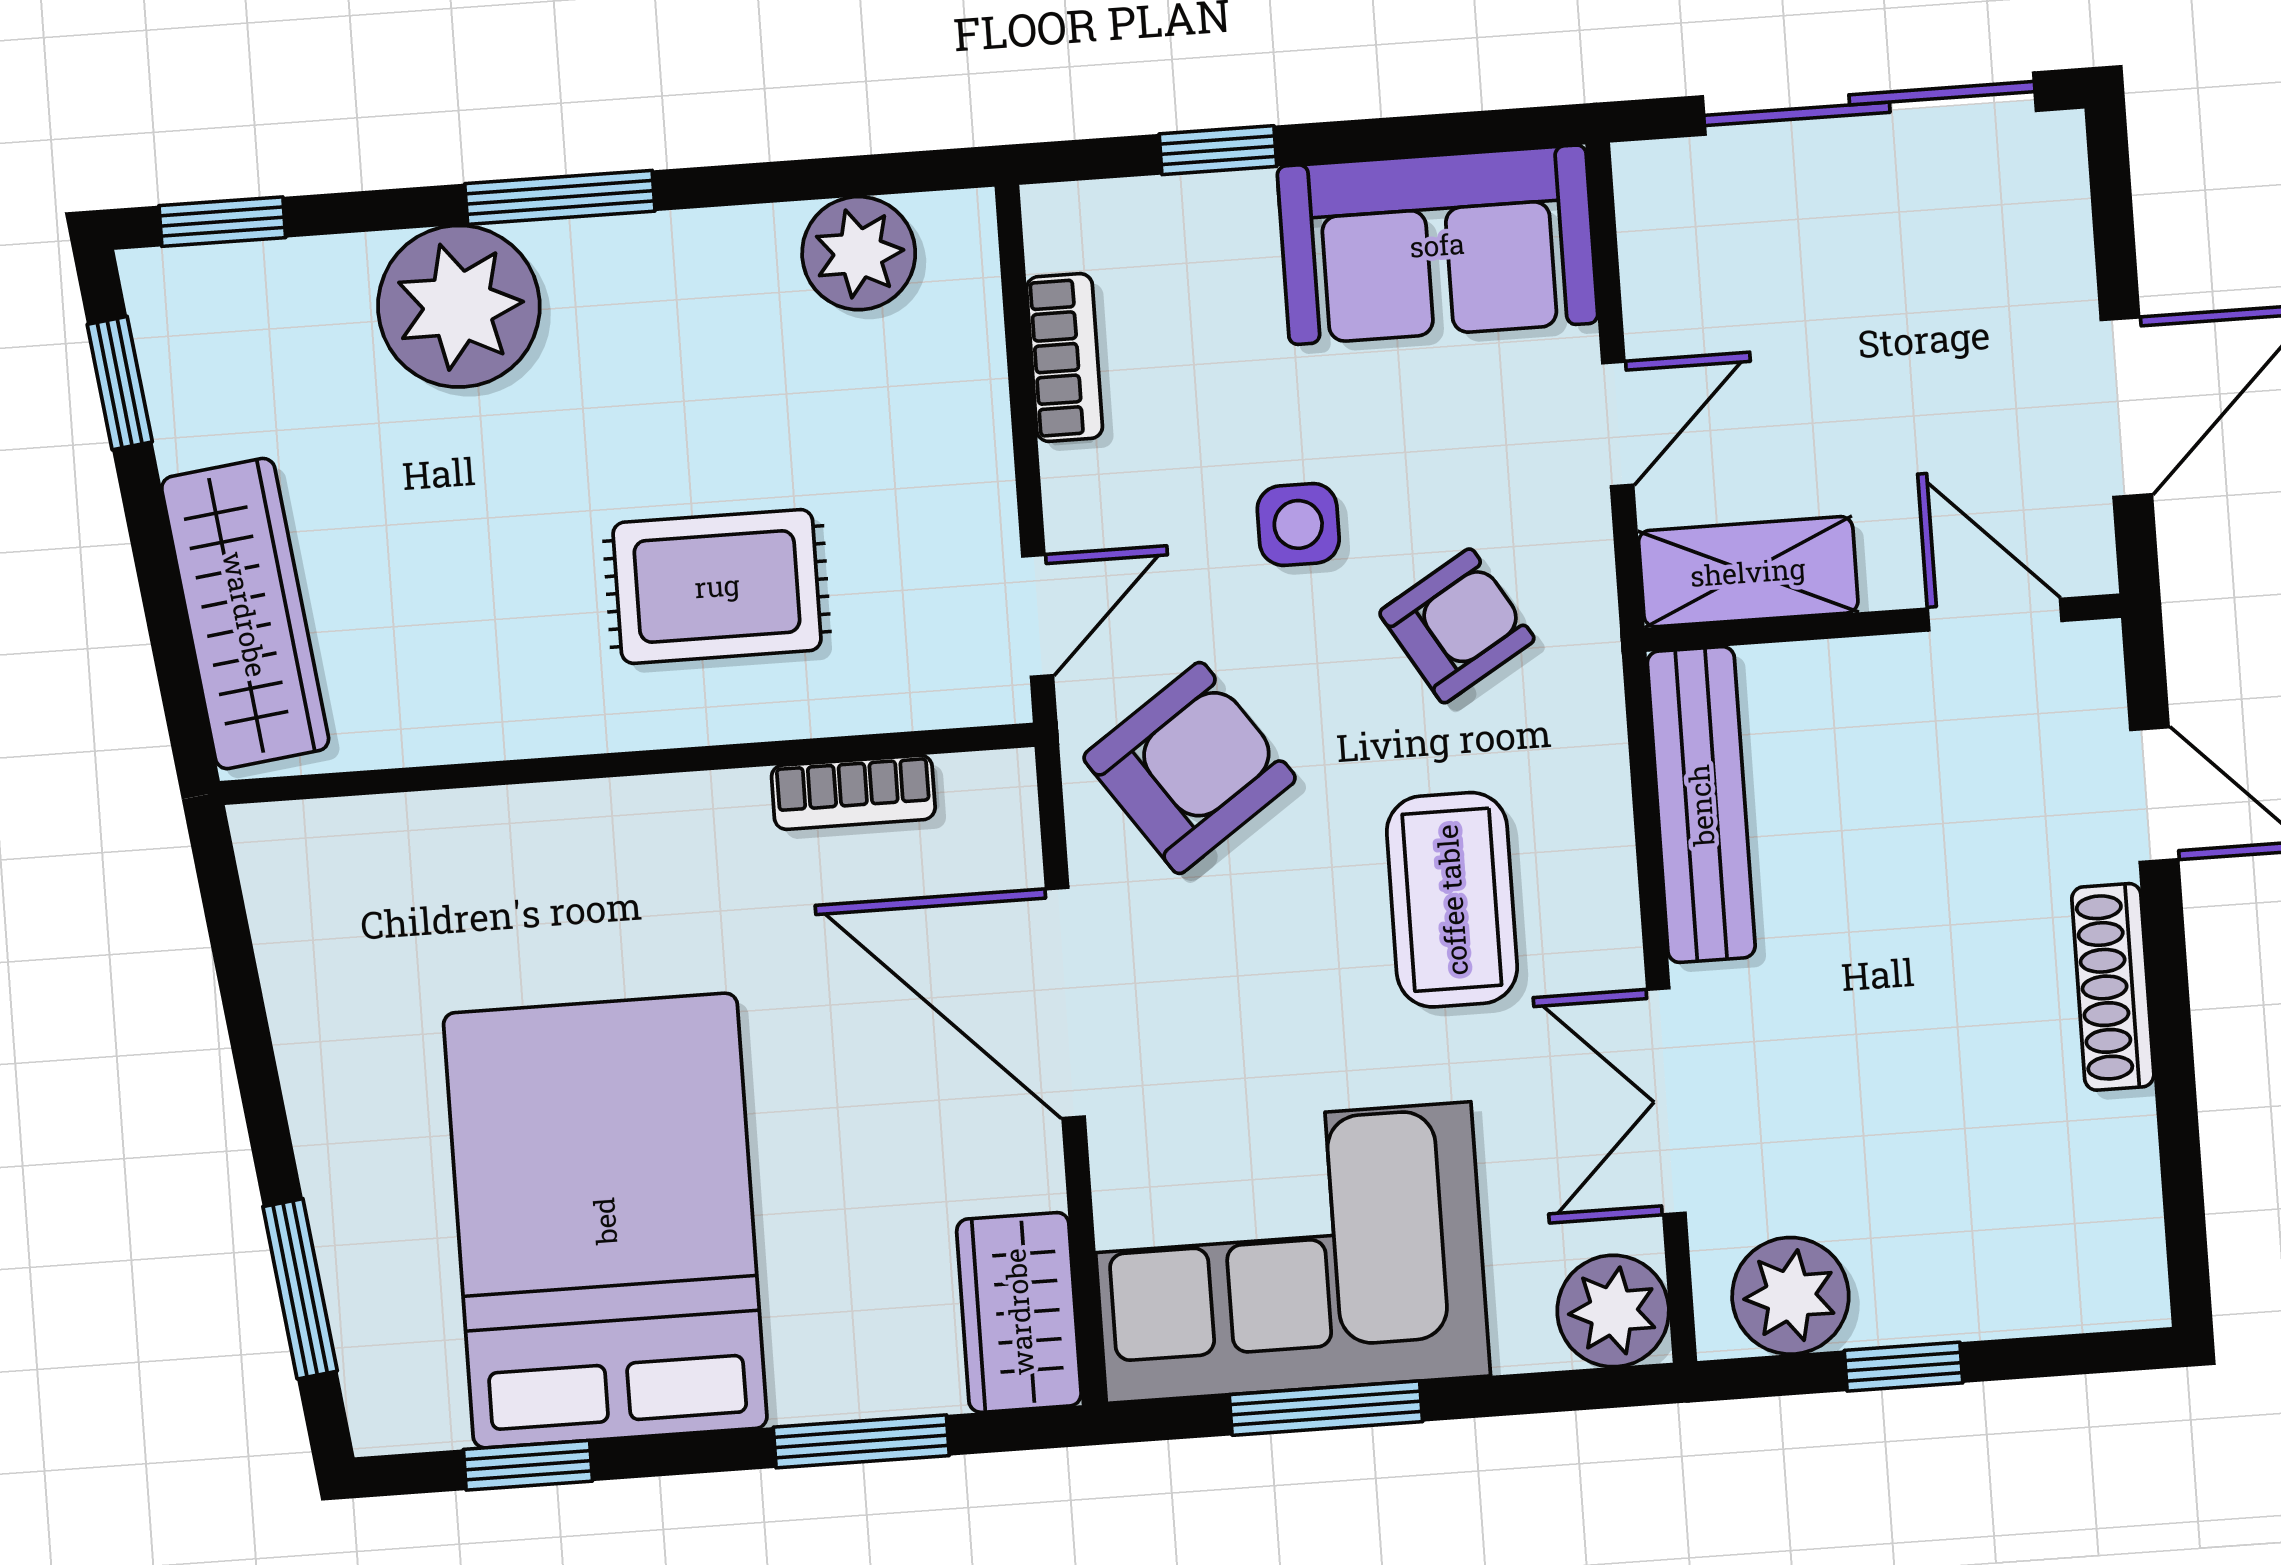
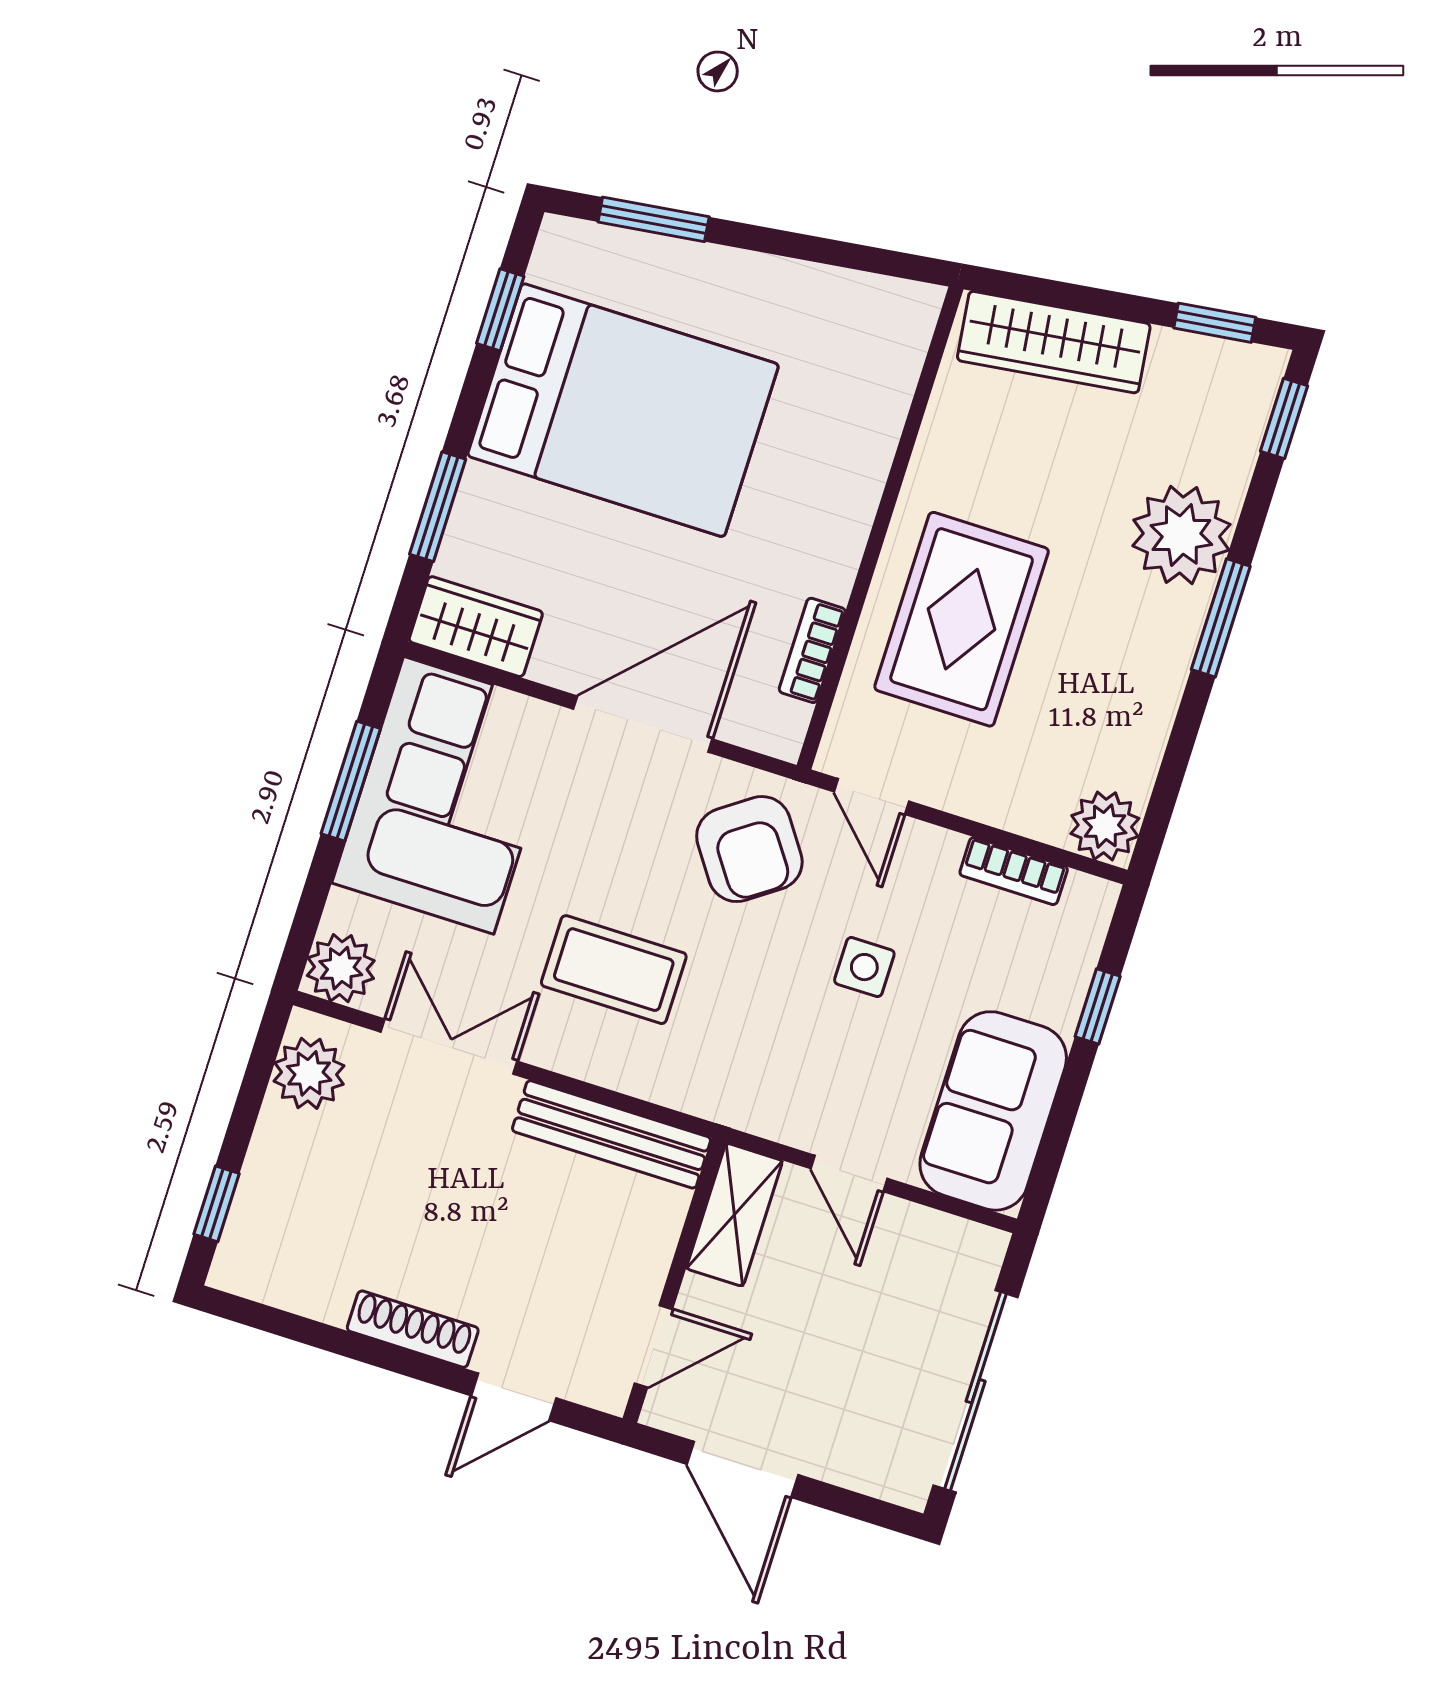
plant: (859, 253) -> (1105, 826), moved
rug: (717, 586) -> (962, 619), width x1.36, depth x1.43
armchair: (1457, 626) -> (770, 1035), removed
window: (1904, 1367) -> (217, 1204), moved

